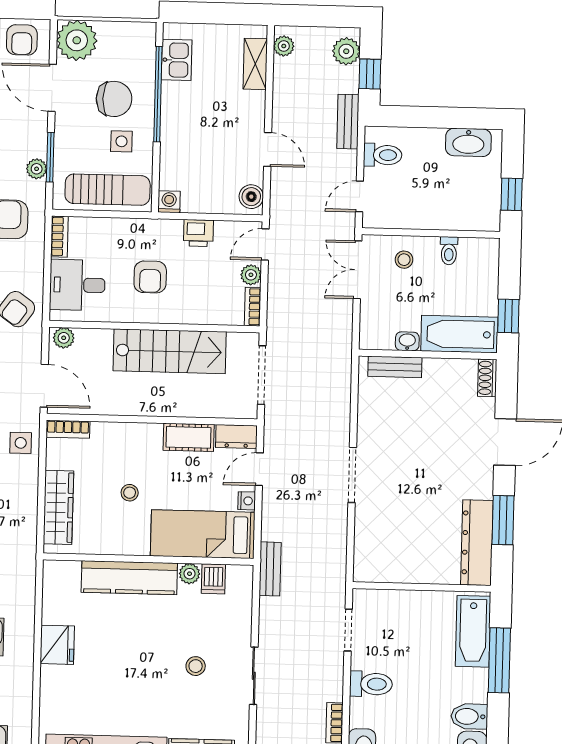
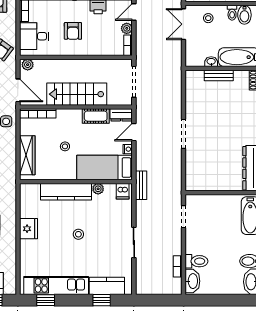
bidet: (472, 255) -> (244, 15), added
stairs: (170, 351) -> (77, 94), moved, turned 180
bench: (395, 367) -> (219, 76), moved
bookcase: (68, 429) -> (38, 113), width x1.56
dishwasher: (213, 579) -> (123, 191), moved
stool: (196, 666) -> (78, 234), moved
toilet: (371, 684) -> (197, 261), moved

